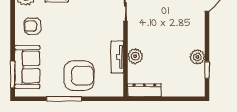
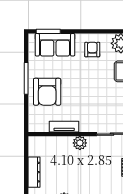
plant: (135, 56) -> (80, 143), moved
dresser: (144, 90) -> (34, 172), moved

